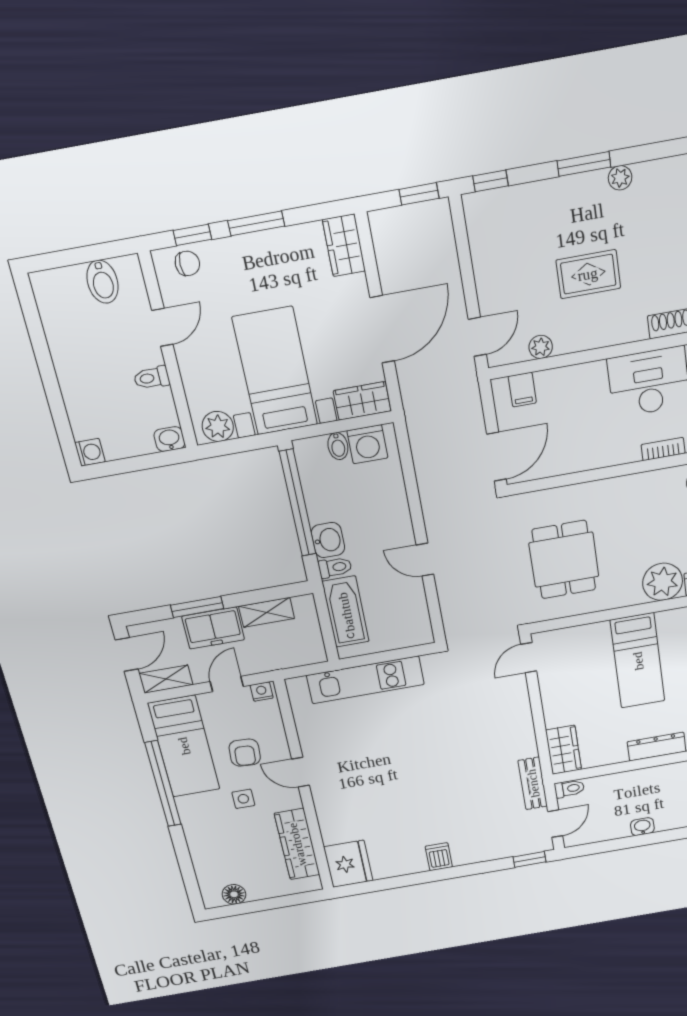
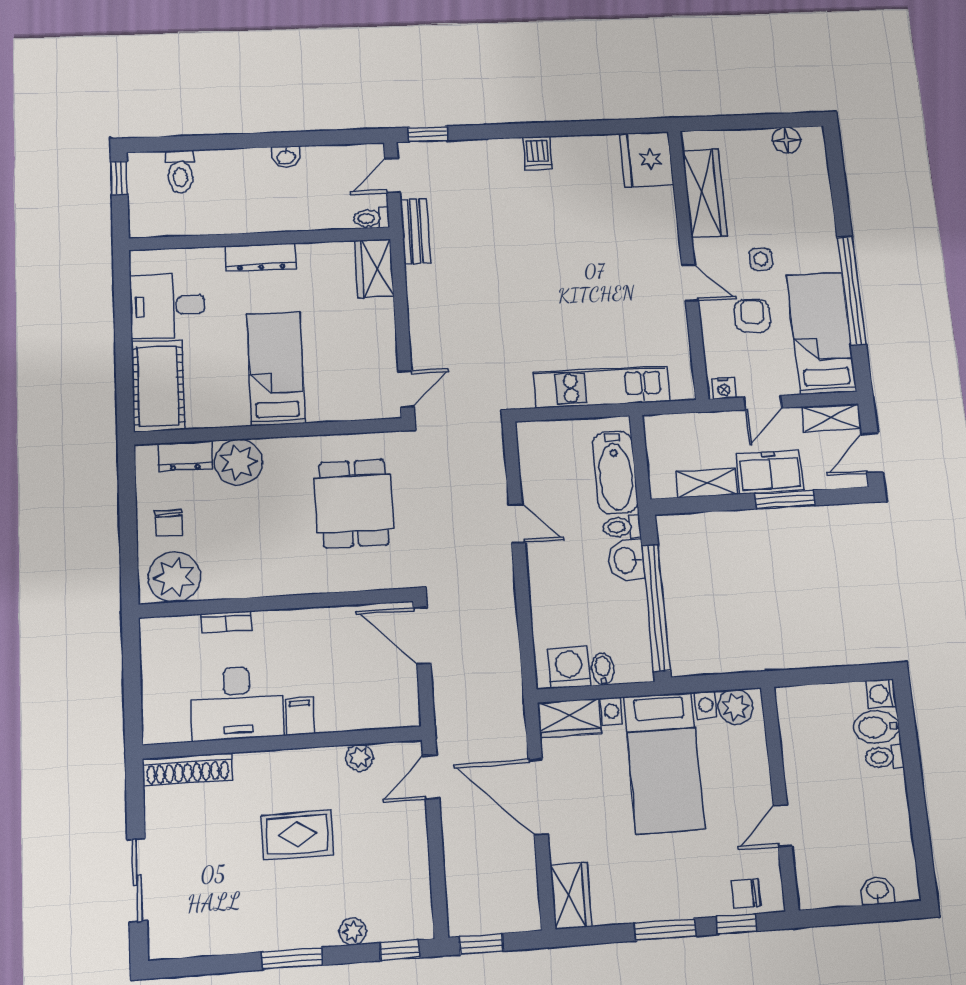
plant: (620, 178) -> (353, 932), moved
bidet: (102, 282) -> (876, 727), moved, turned -90
door: (382, 329) -> (538, 797), hinge flipped
toilet: (152, 378) -> (884, 757), moved, turned 180
filing cabinet: (522, 390) -> (300, 716), moved
washbasin: (169, 439) -> (877, 891), moved, turned 180
door: (496, 457) -> (422, 636), hinge flipped

